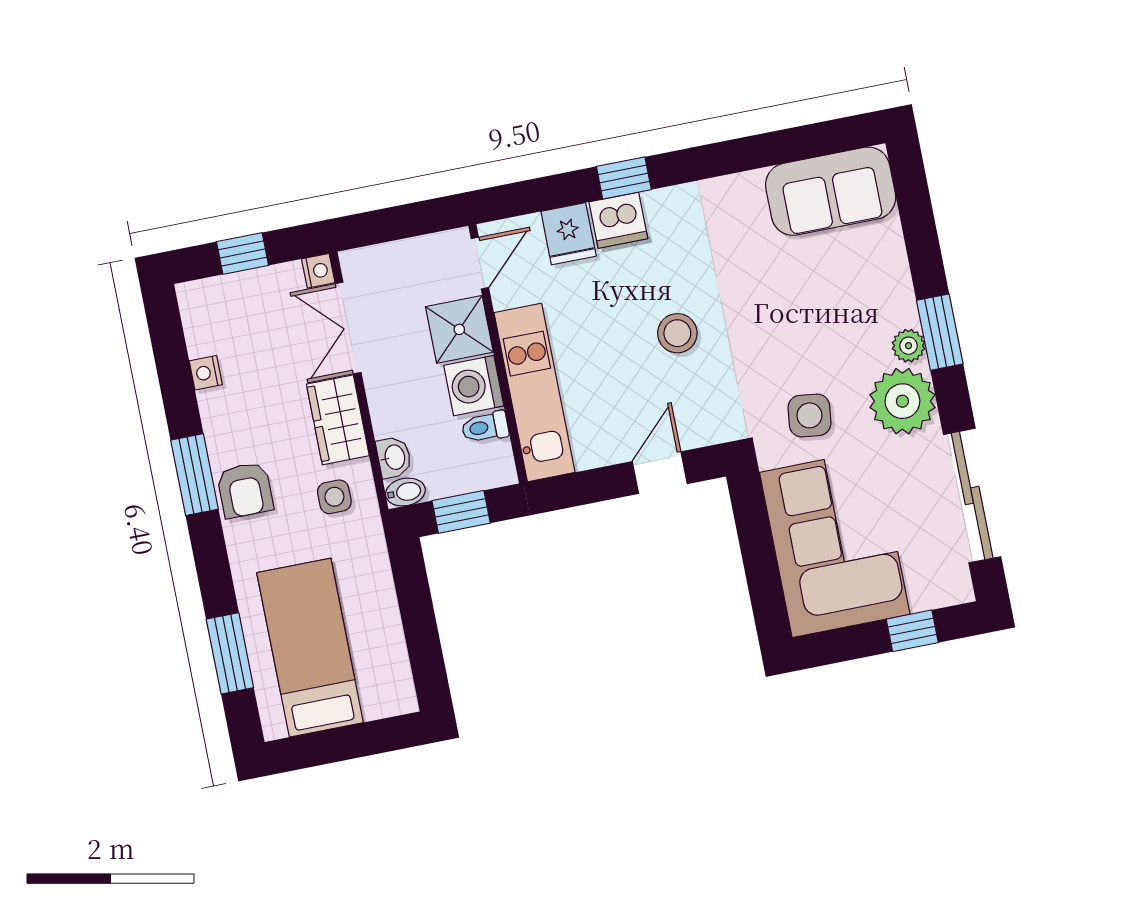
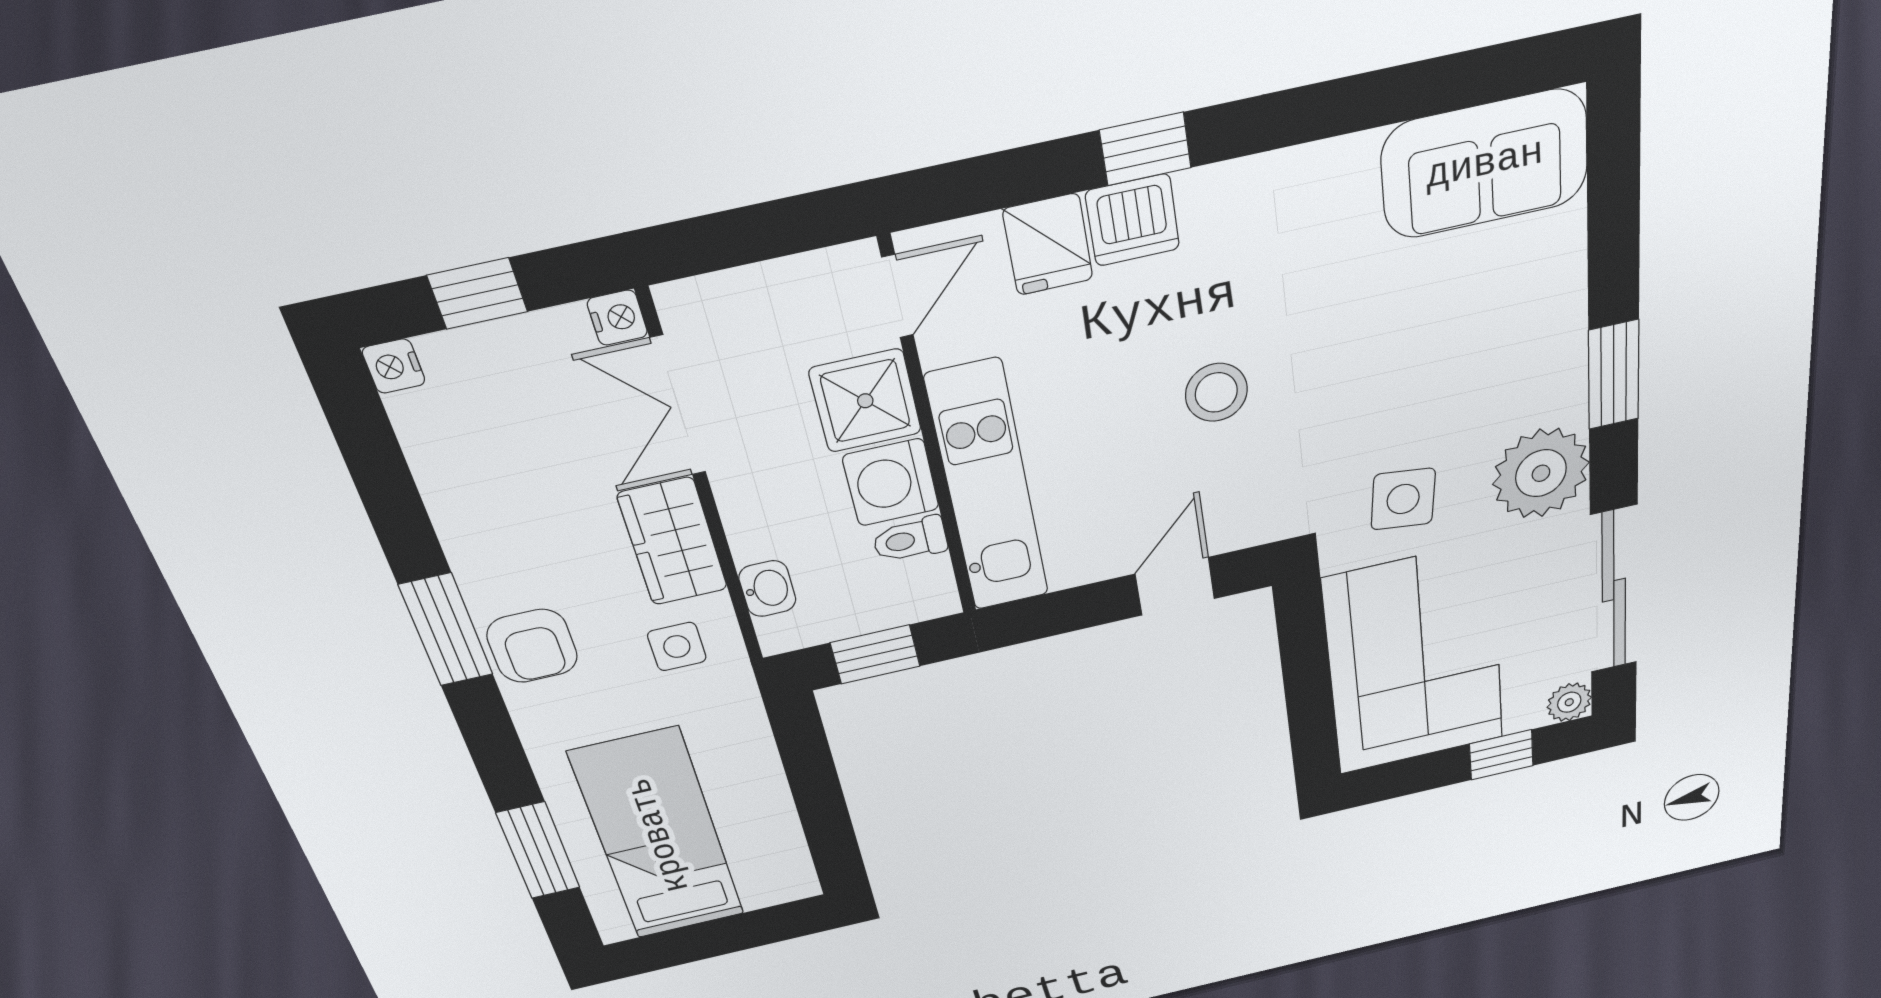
plant: (908, 346) -> (1569, 702), moved
nightstand: (206, 373) -> (394, 366), moved
bidet: (405, 492) -> (788, 634), removed

